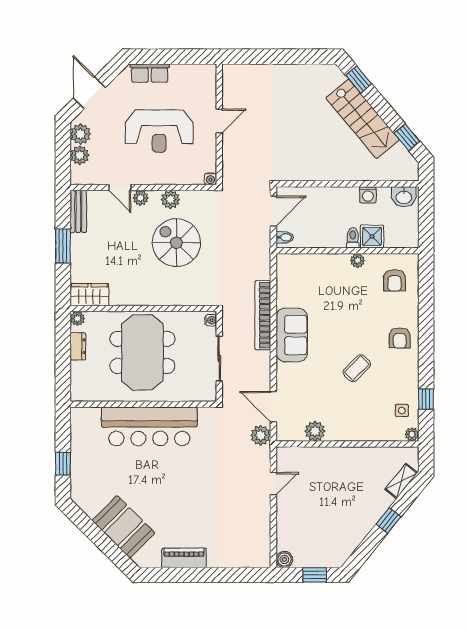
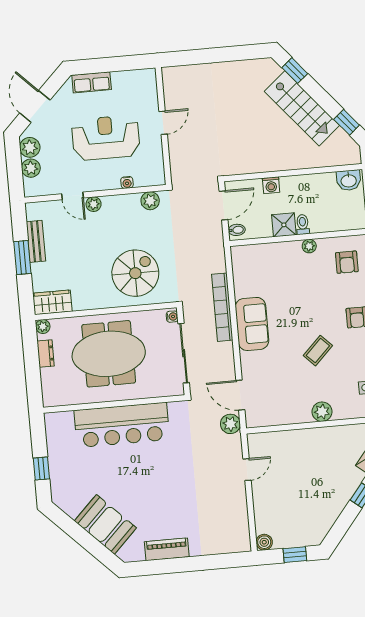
reception desk: (159, 131) -> (106, 138), turned 180
water cooler: (210, 179) -> (127, 182), moved
washing machine: (368, 195) -> (271, 185), moved
plant: (170, 200) -> (150, 201), moved
bench: (78, 211) -> (36, 241), moved
shower: (372, 236) -> (284, 225), moved
spiral stairs: (176, 243) -> (135, 273), moved, turned 90
meeting table: (142, 352) -> (109, 354), turned 90
sliding door: (219, 359) -> (184, 353), width x1.37
plant: (315, 431) -> (322, 412), moved

